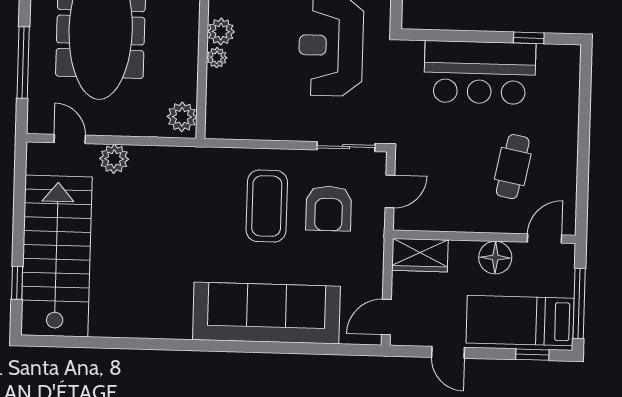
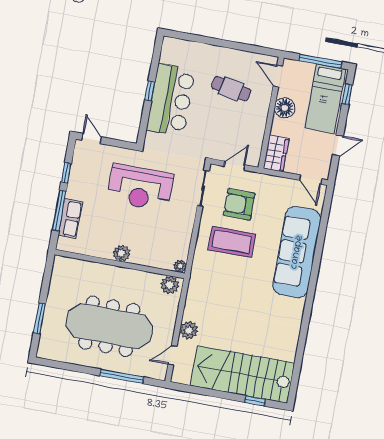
window: (529, 38) -> (150, 91), moved
plant: (217, 58) -> (180, 266), moved
door: (390, 191) -> (235, 166), hinge flipped
armchair: (329, 208) -> (239, 204), turned 180

